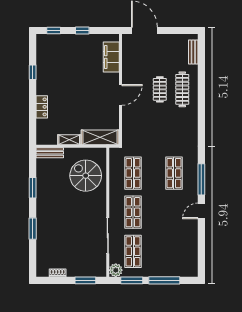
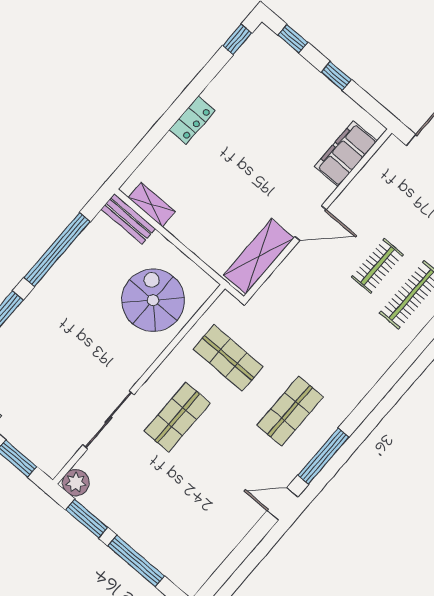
window: (33, 72) -> (237, 39), moved
locker: (42, 107) -> (192, 120), moved
shelving: (100, 137) -> (259, 256), moved, turned 90
shelving: (69, 140) -> (152, 205), moved
shop shelf: (133, 173) -> (228, 358), turned 90
window: (33, 188) -> (57, 250), width x2.11
shop shelf: (133, 251) -> (126, 476), removed

